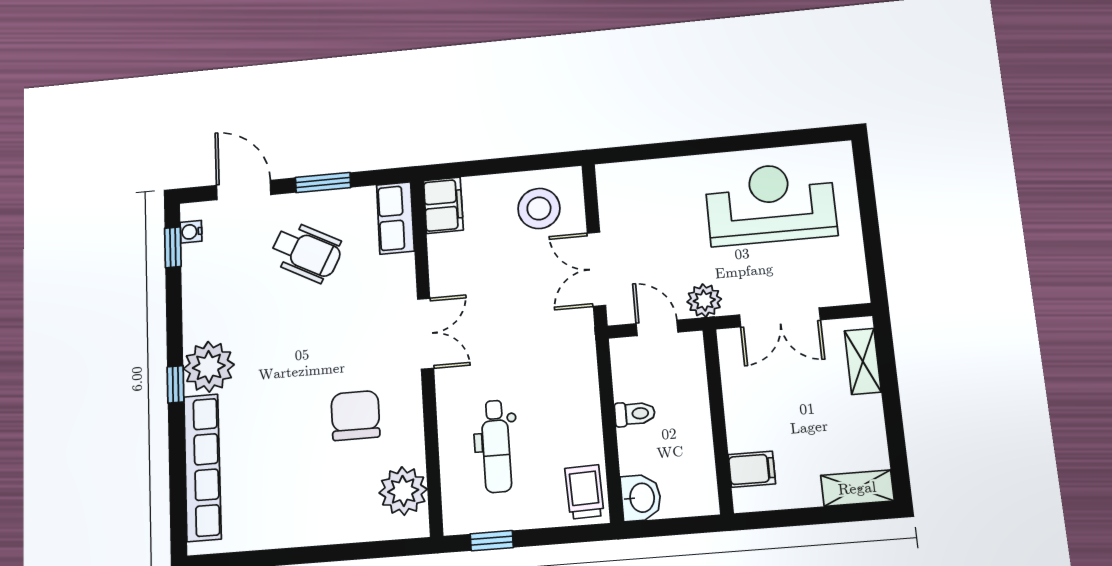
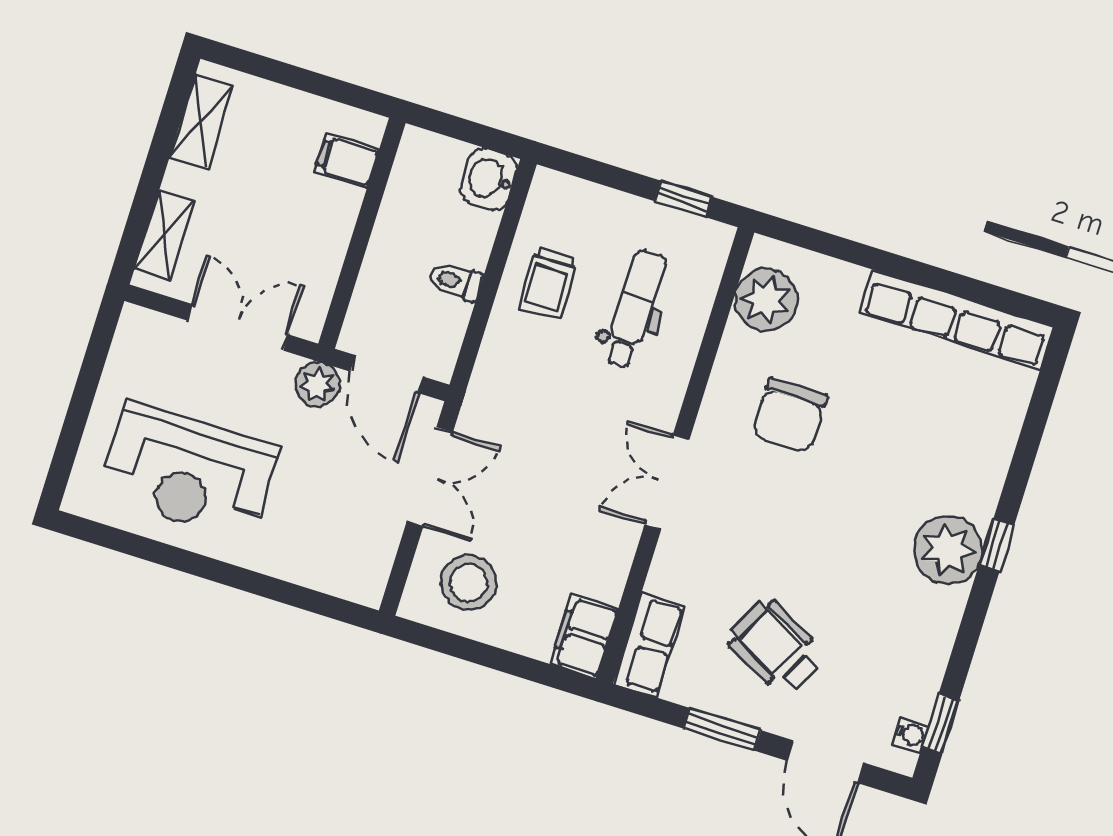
door: (657, 328) -> (387, 374), width x1.38
row of seats: (202, 467) -> (957, 319), moved, turned -90
shelving: (857, 488) -> (201, 121), moved, turned 90
trolley: (584, 492) -> (548, 284), moved

